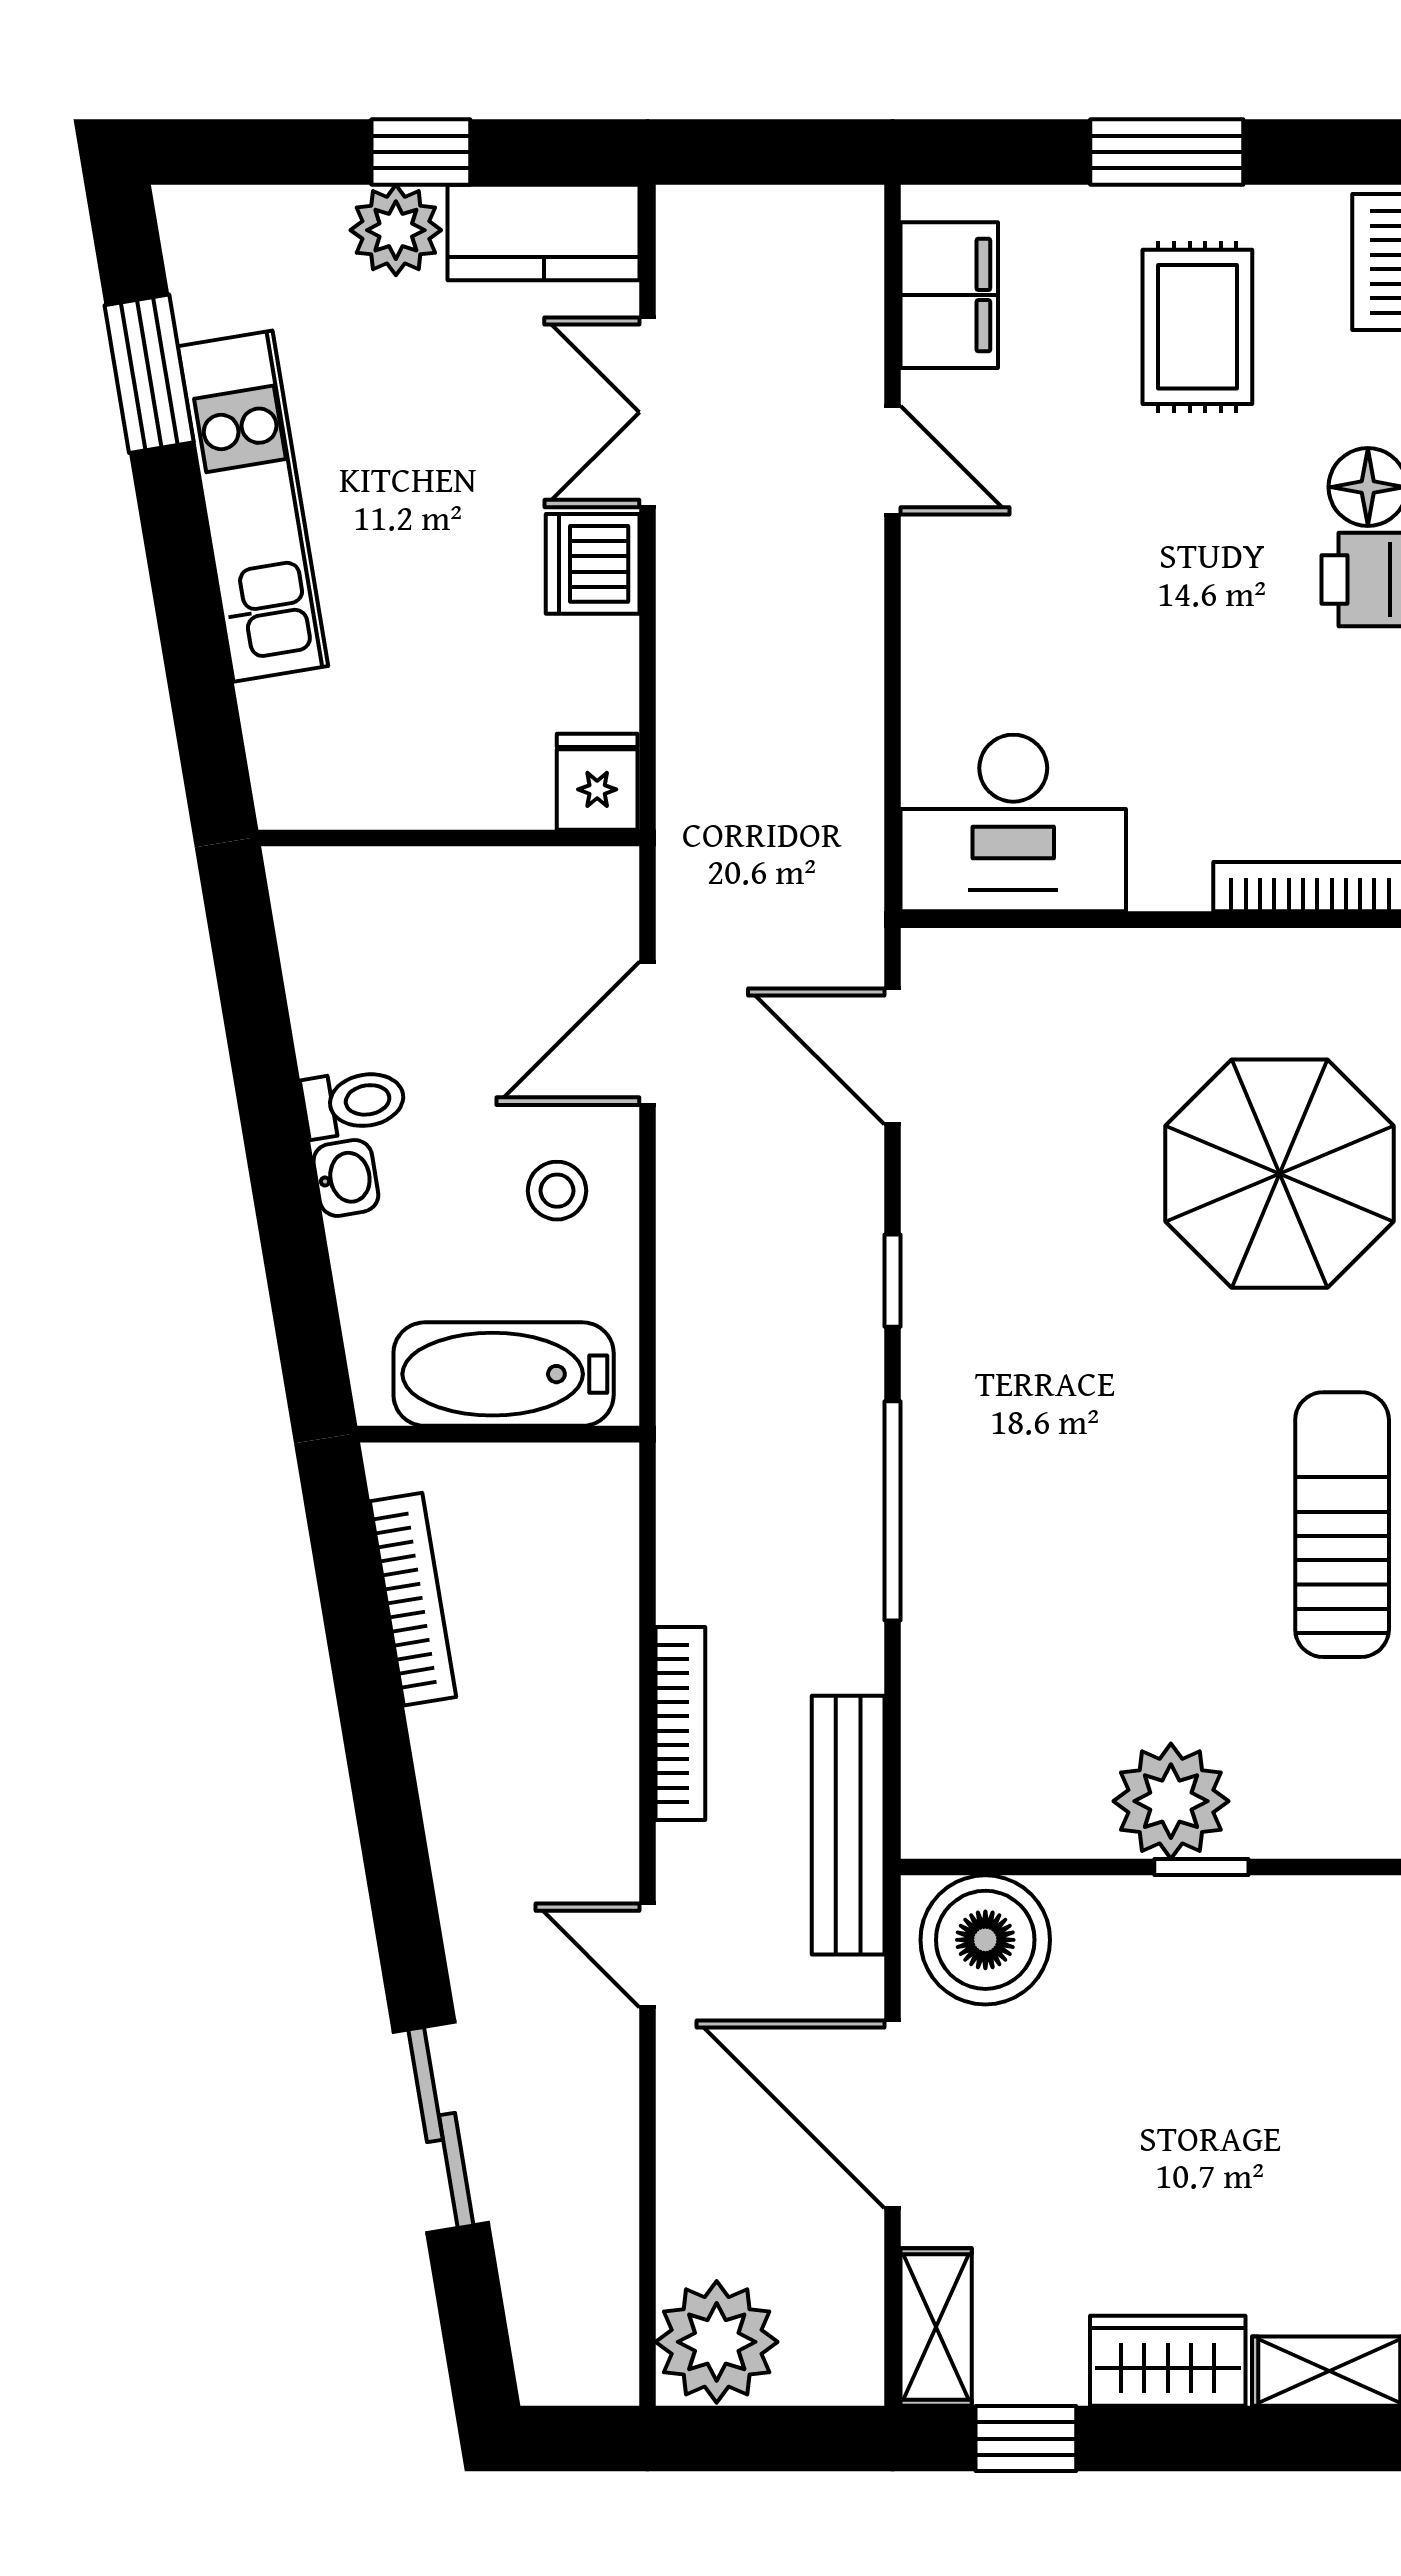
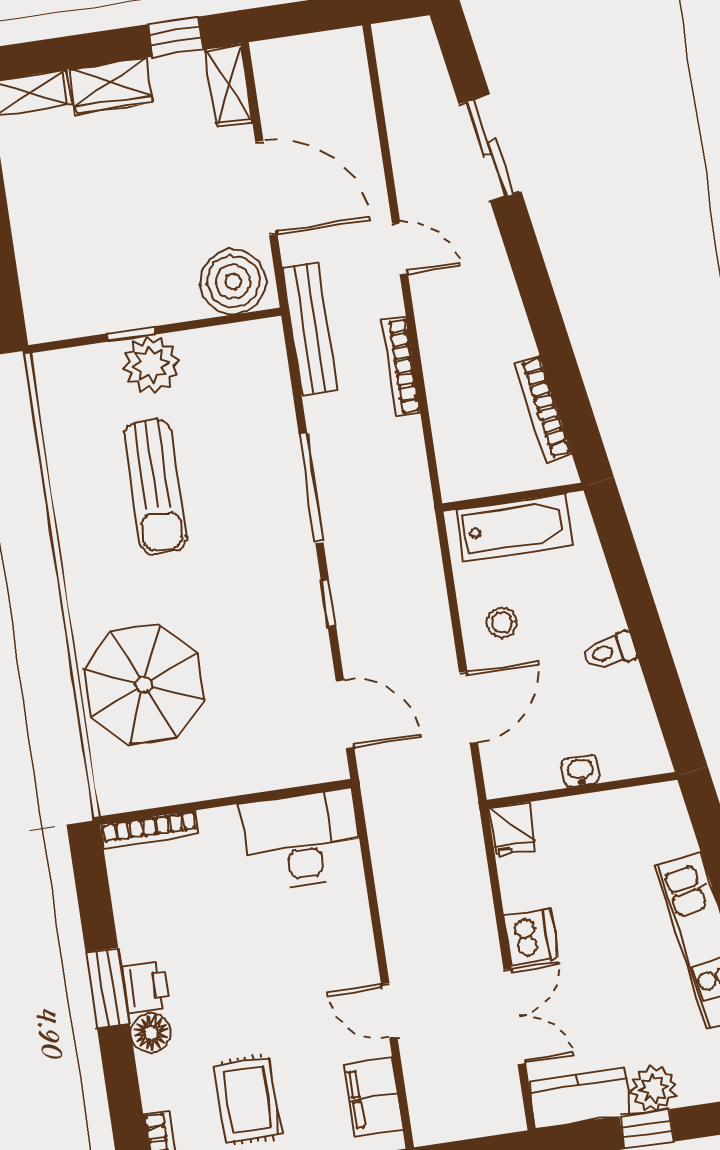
washbasin: (346, 1178) -> (580, 771), moved, turned 99
sun lounger: (1342, 1525) -> (155, 487), moved
plant: (717, 2342) -> (337, 62), removed

